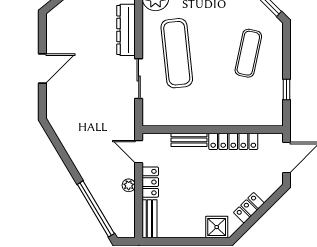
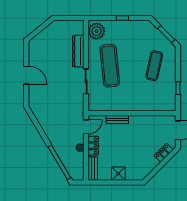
door: (42, 68) -> (26, 75), hinge flipped
locker: (233, 141) -> (145, 120), removed
door: (139, 152) -> (86, 127), swing flipped
locker: (249, 208) -> (164, 153), moved
shower: (217, 227) -> (118, 174), moved

